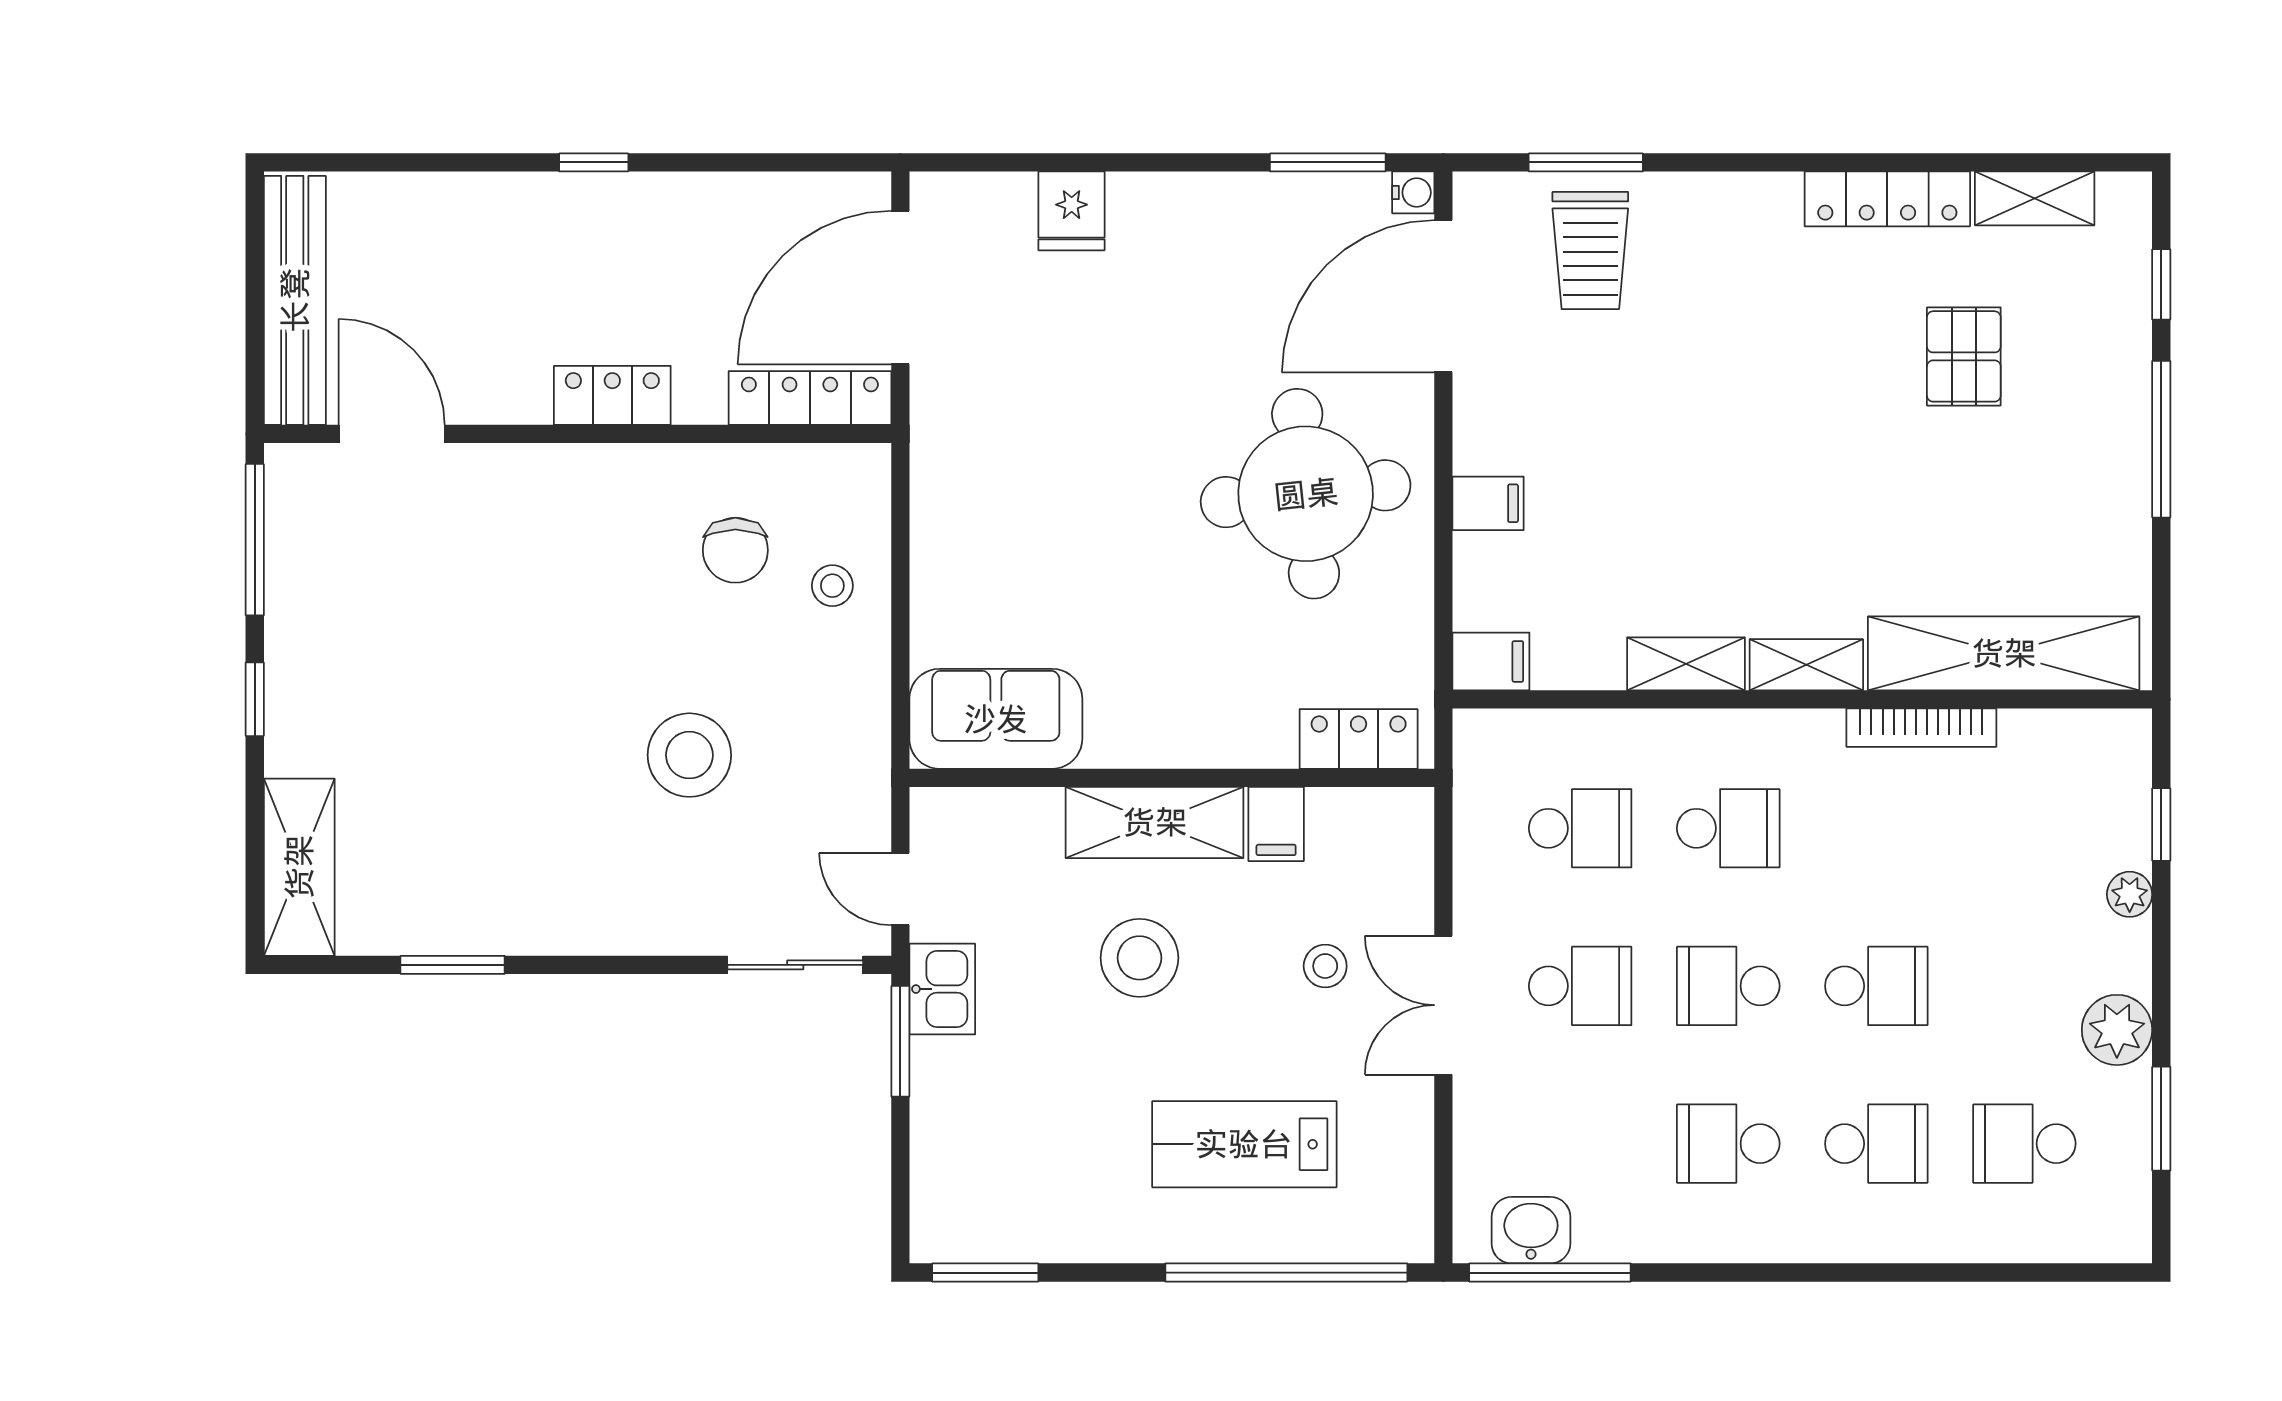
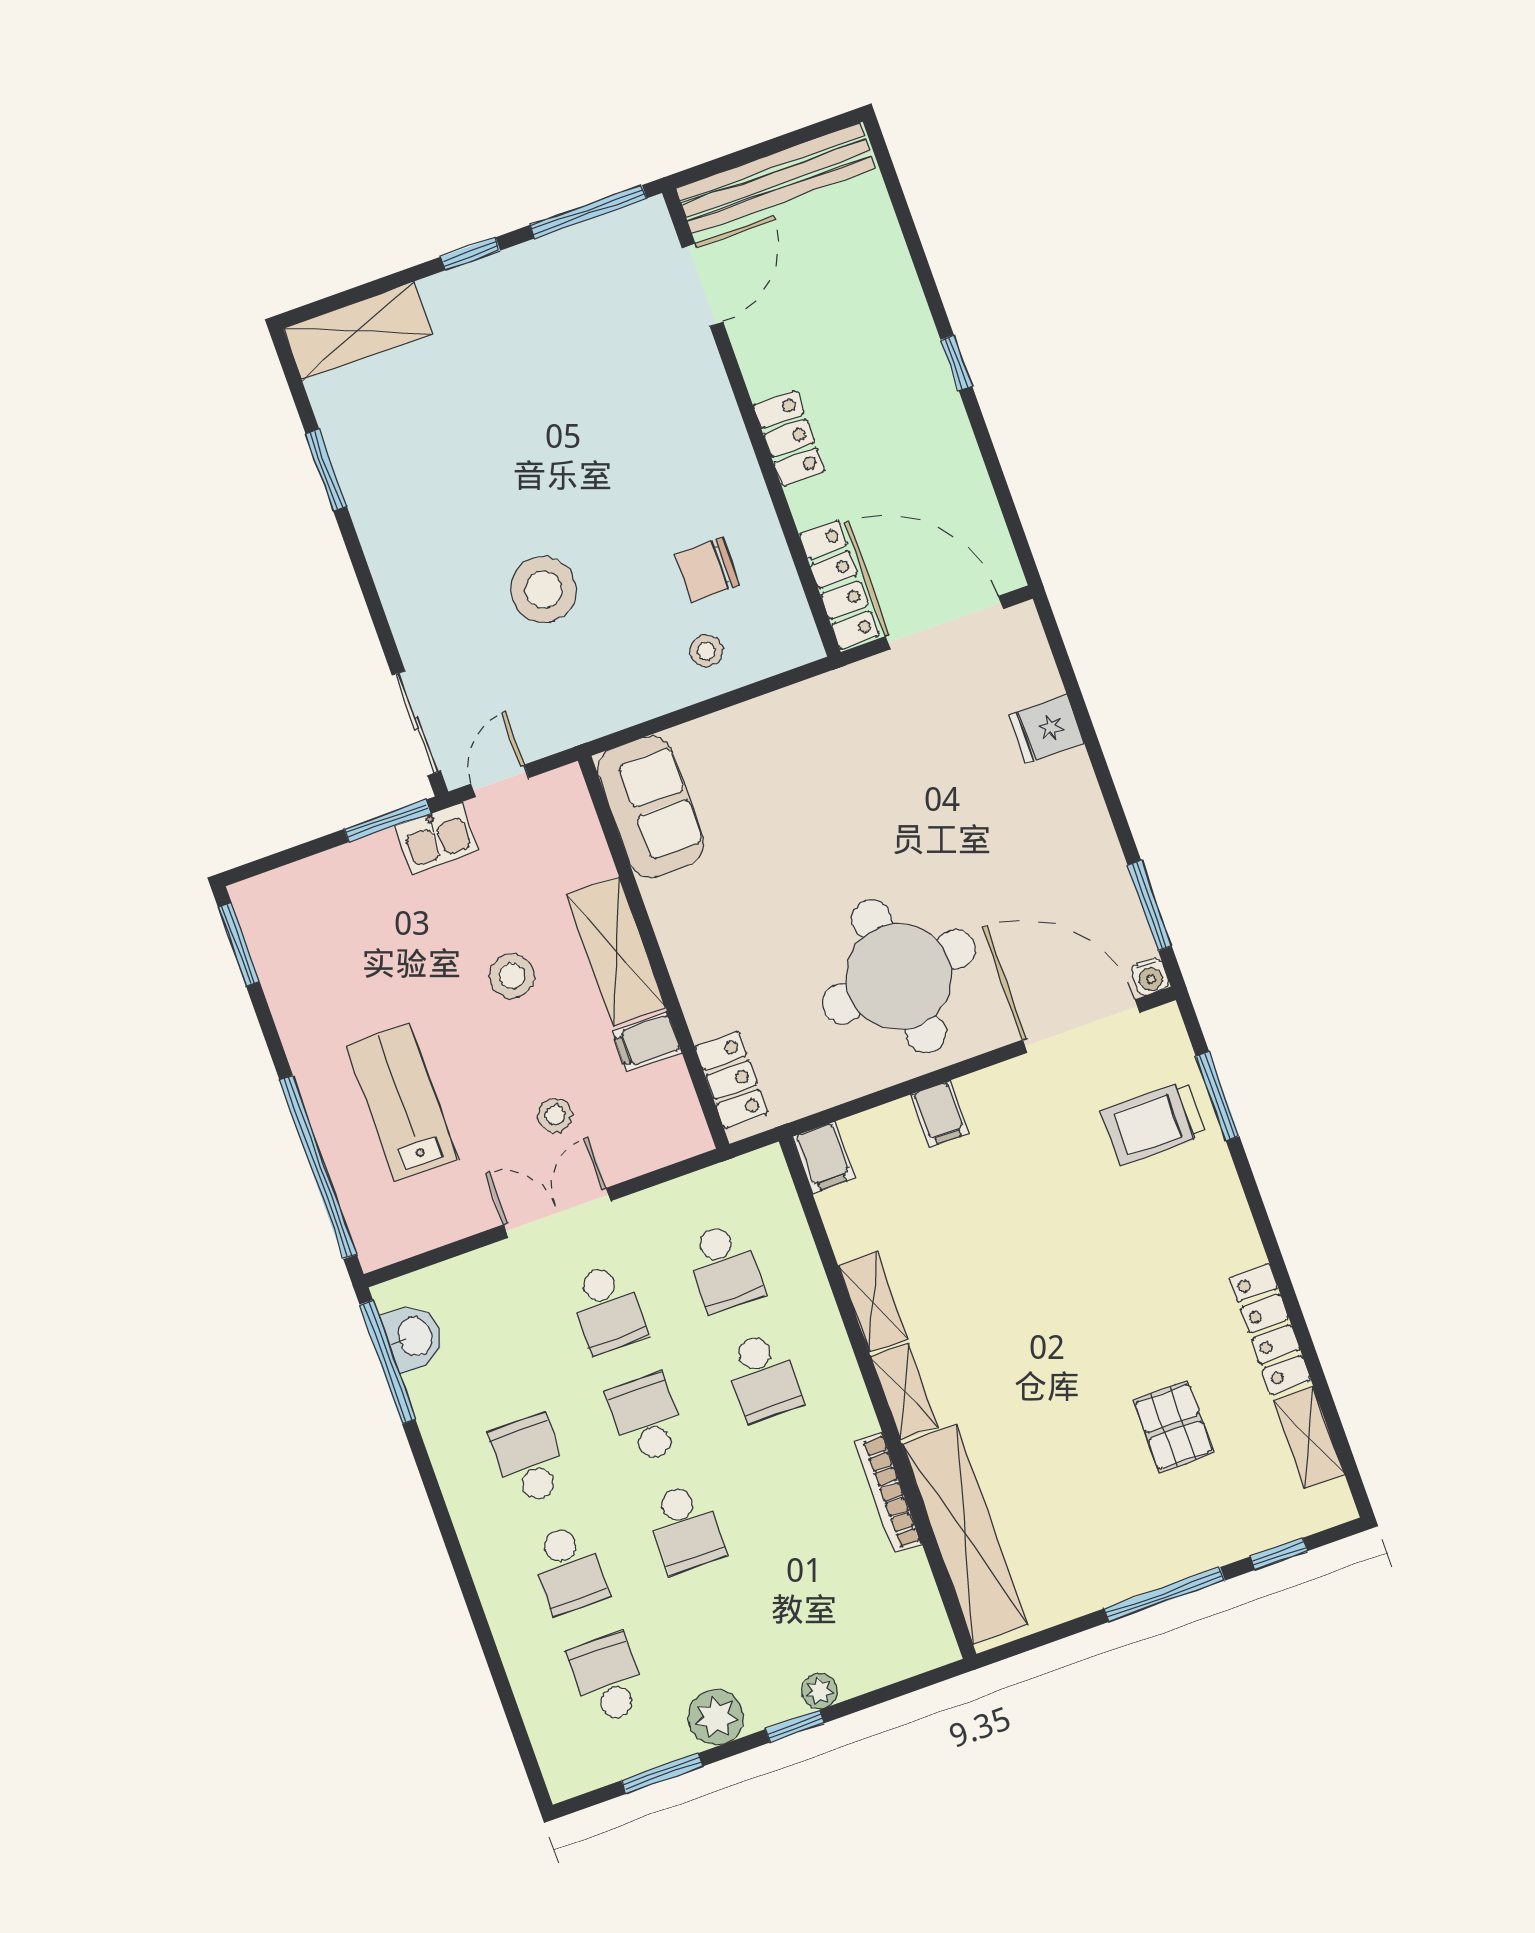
pallet: (1964, 356) -> (1174, 1427), turned 90
window: (2161, 824) -> (795, 1726), moved
stool: (1139, 958) -> (512, 976), width x0.73, depth x0.73

